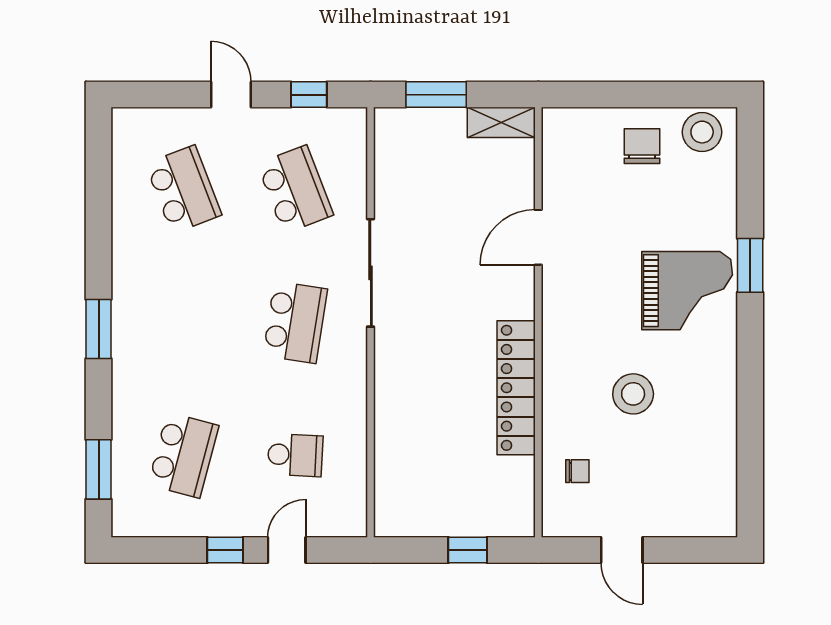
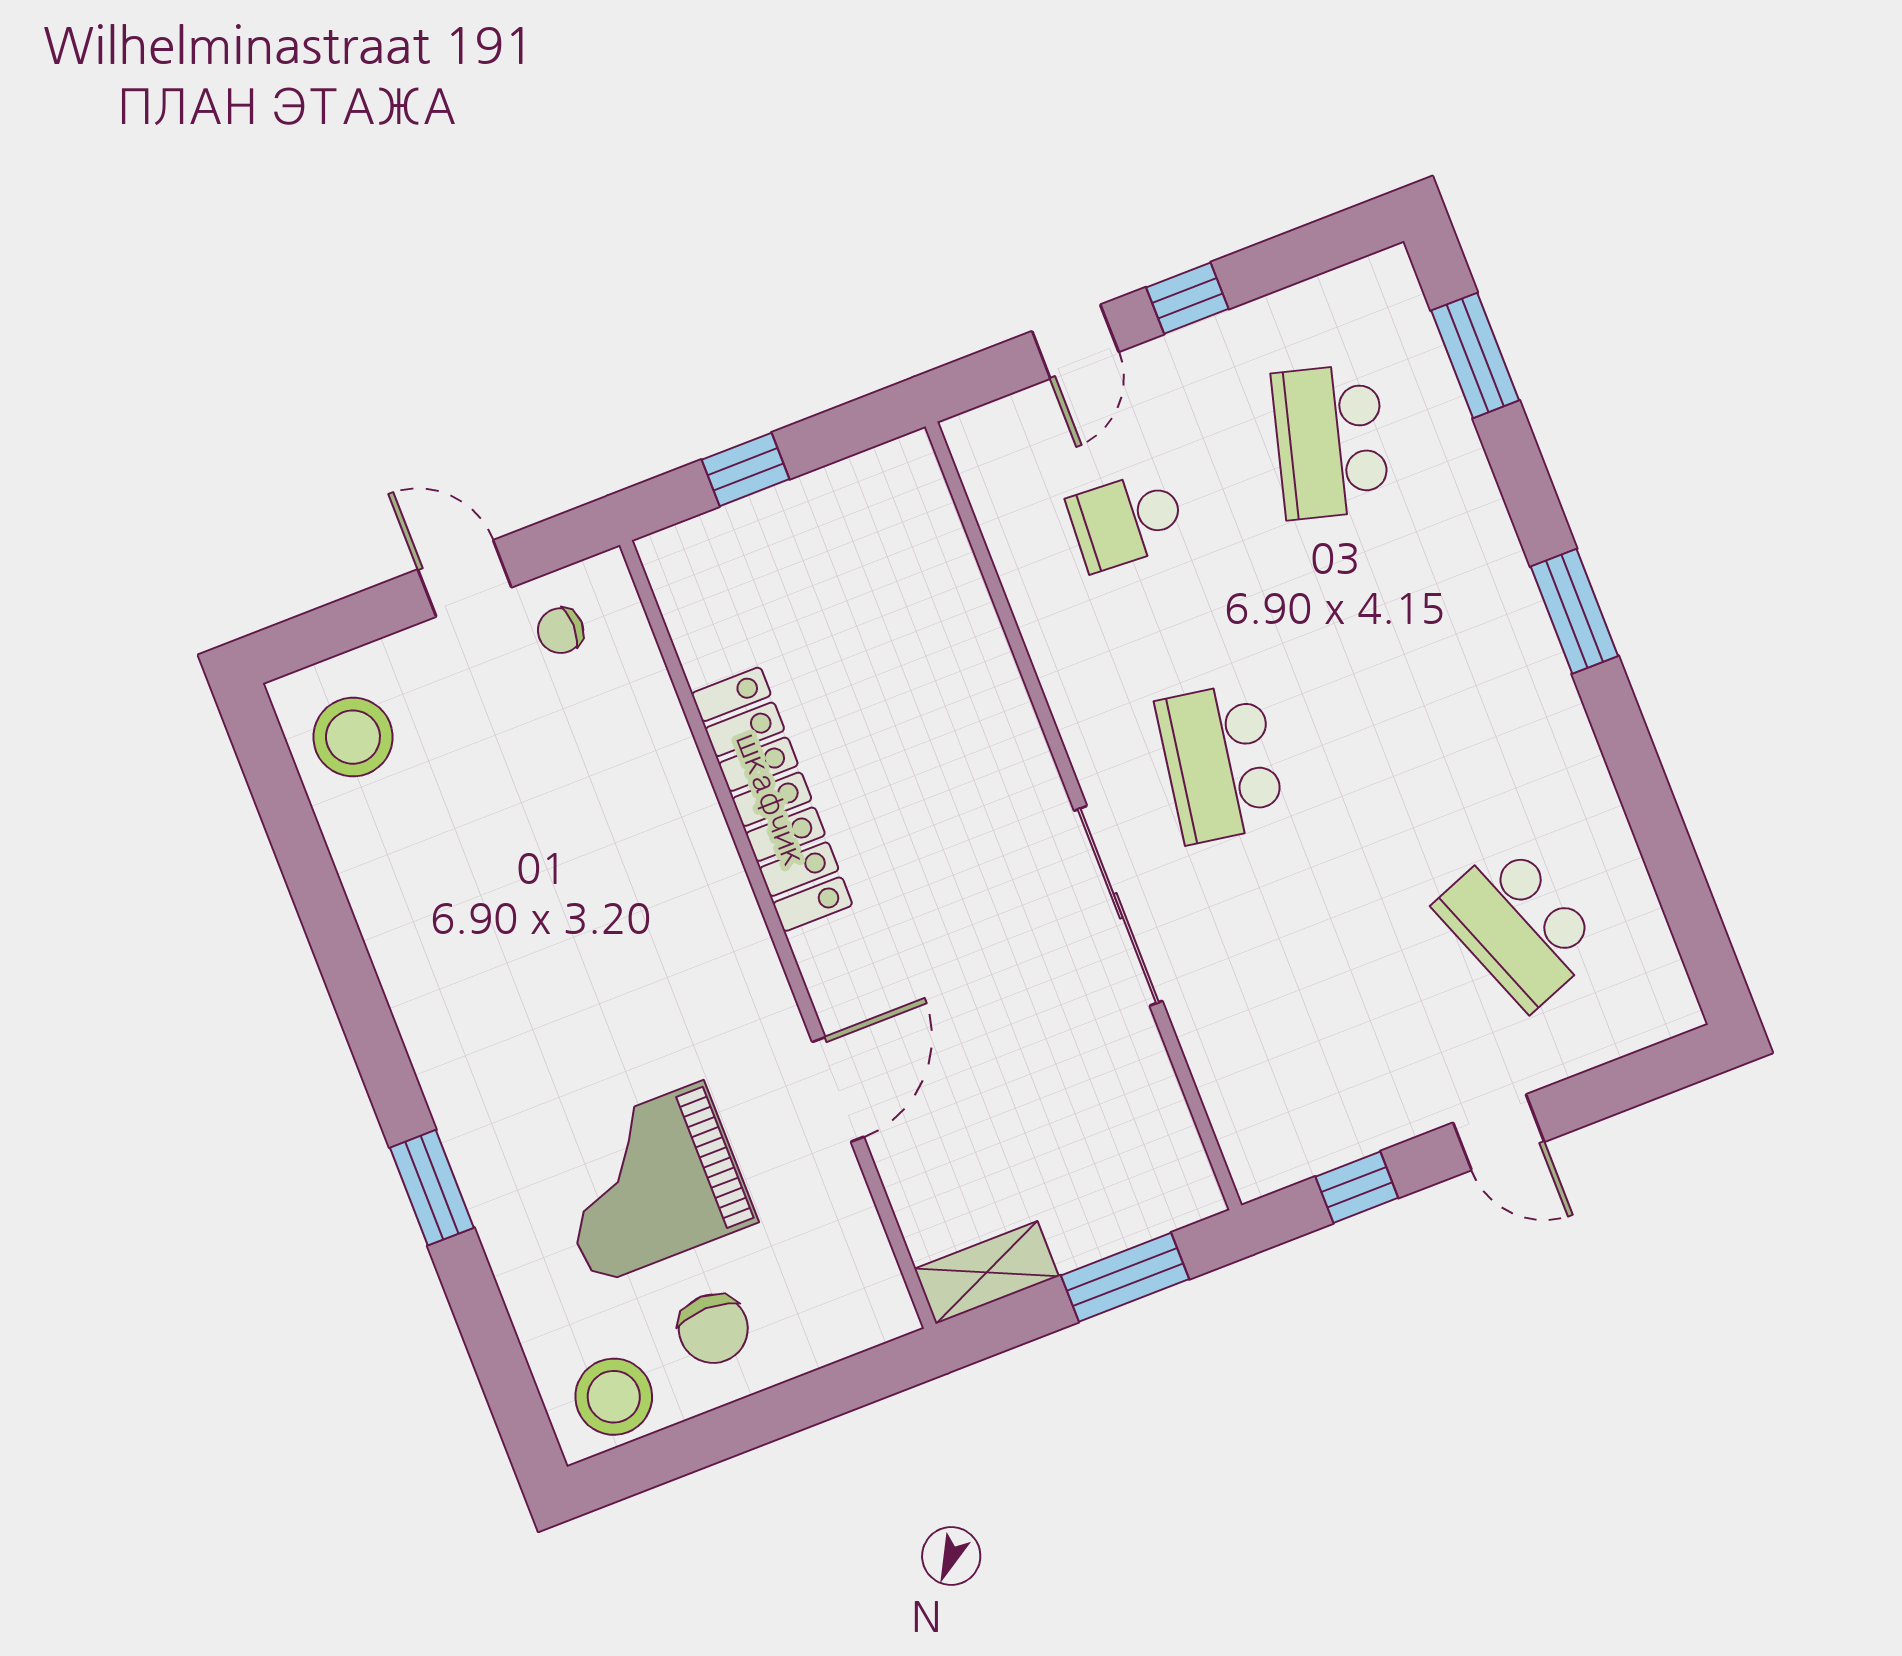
school desk: (295, 189) -> (1315, 1005), removed
grand piano: (687, 291) -> (649, 1183), moved
stool: (633, 394) -> (353, 737), moved
chair: (577, 471) -> (561, 631), moved

